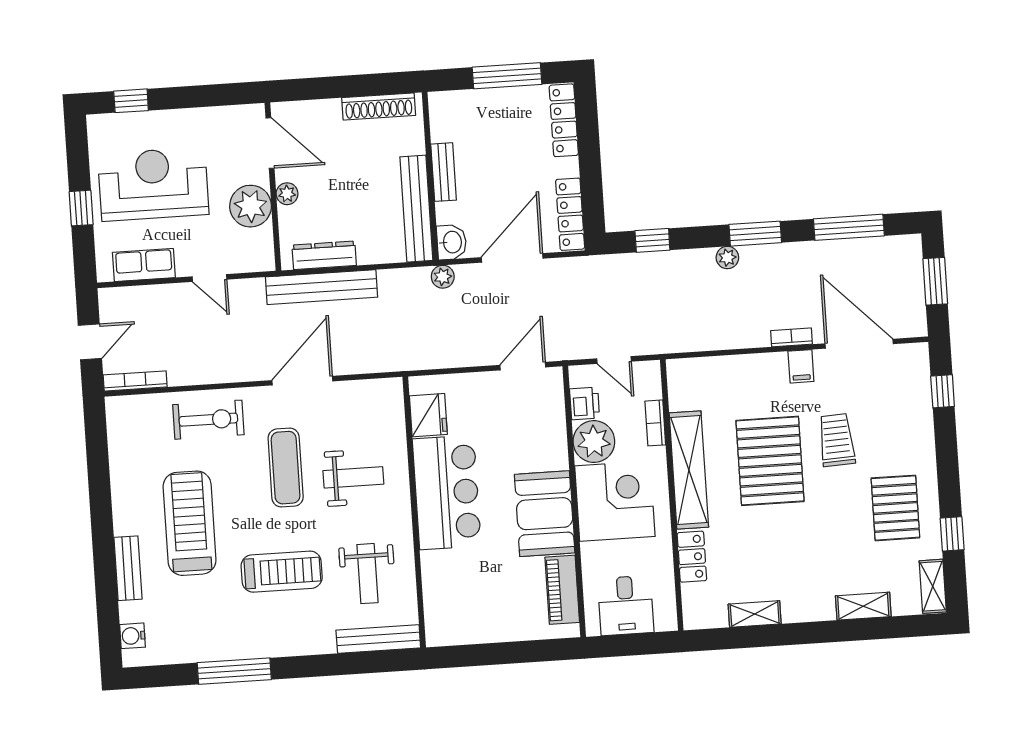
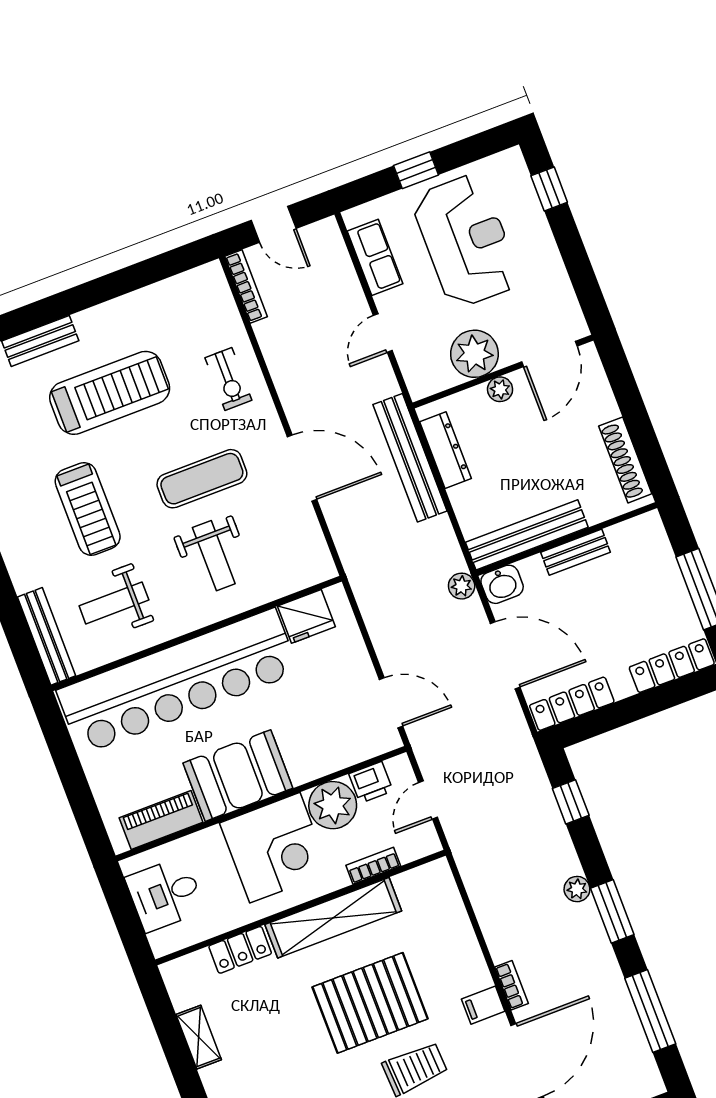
exercise bike: (208, 420) -> (228, 379), width x0.73, depth x0.72
bar counter: (447, 492) -> (178, 681), width x1.86

